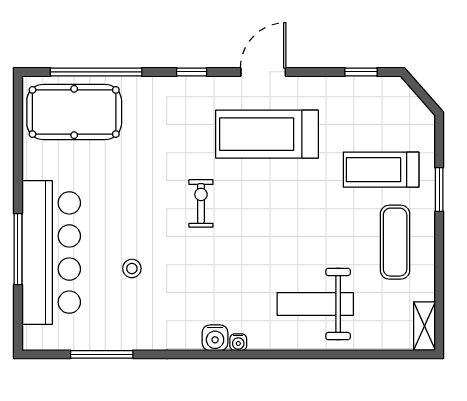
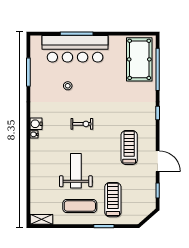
door: (263, 72) -> (158, 161), moved
treadmill: (267, 134) -> (129, 147), width x0.73, depth x0.73
exercise bike: (201, 203) -> (82, 124), moved
weight bench: (315, 304) -> (76, 171), moved

